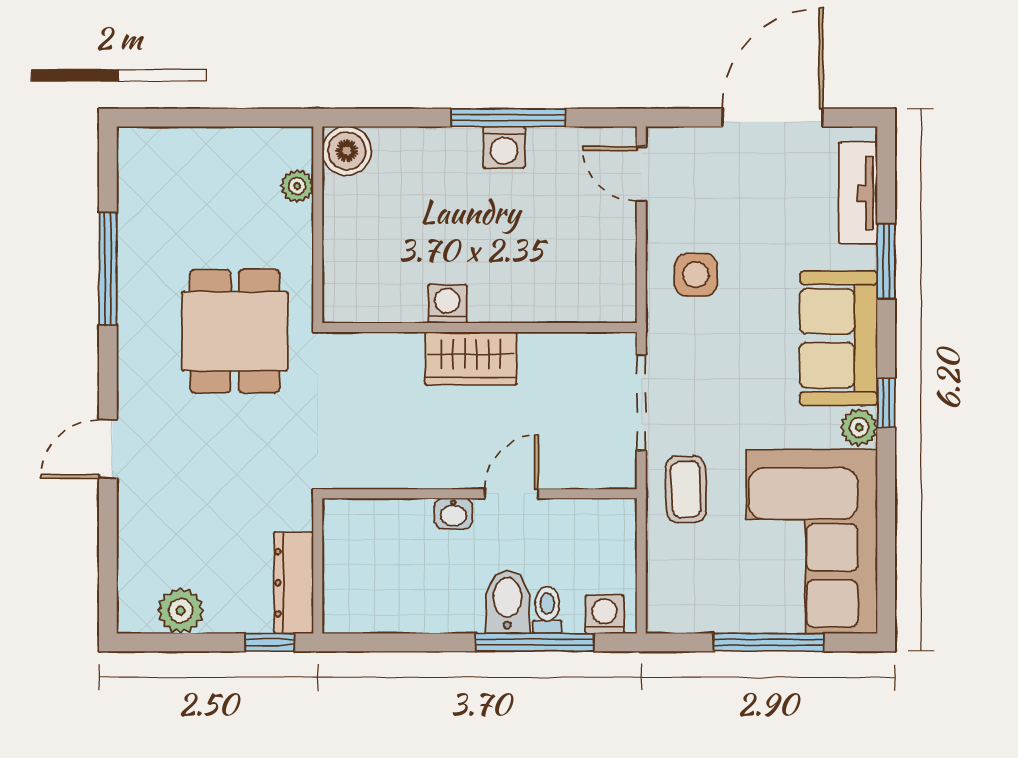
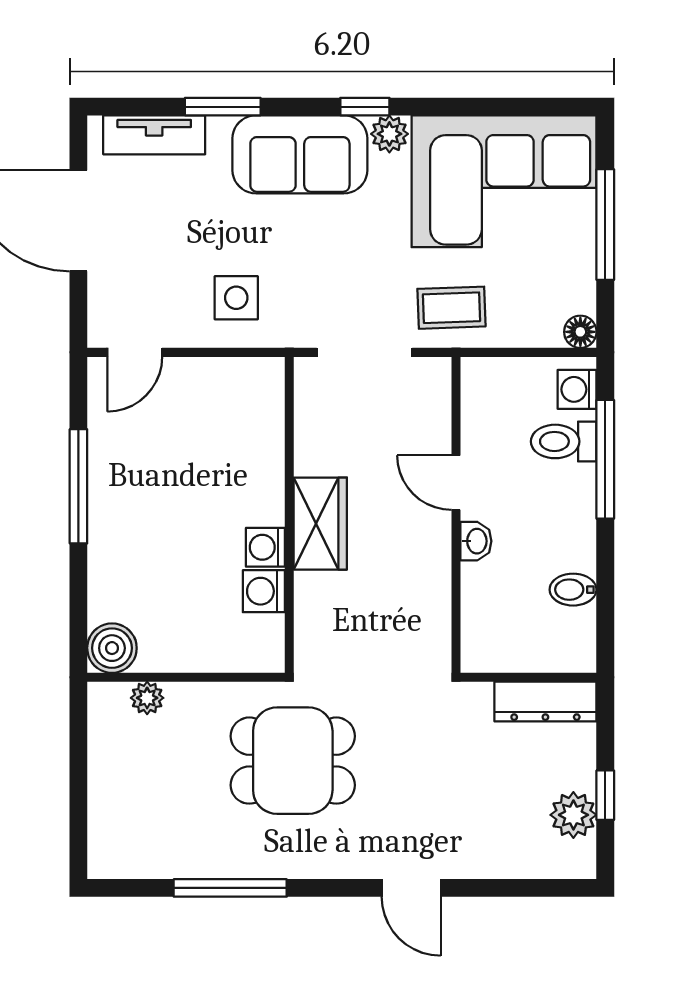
washing machine: (504, 147) -> (264, 591), moved, turned 180
bidet: (507, 602) -> (573, 590), moved, width x0.72, depth x0.74
toilet: (547, 610) -> (564, 441), width x1.37, depth x1.39
floor lamp: (662, 617) -> (580, 332), added
window: (270, 642) -> (605, 795), moved

